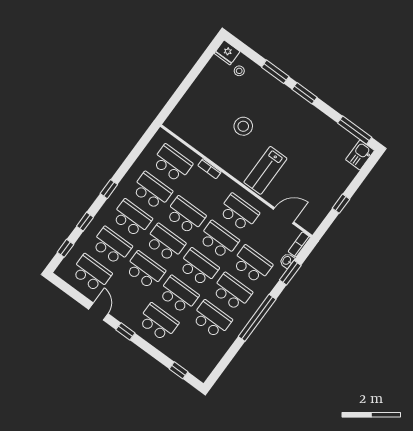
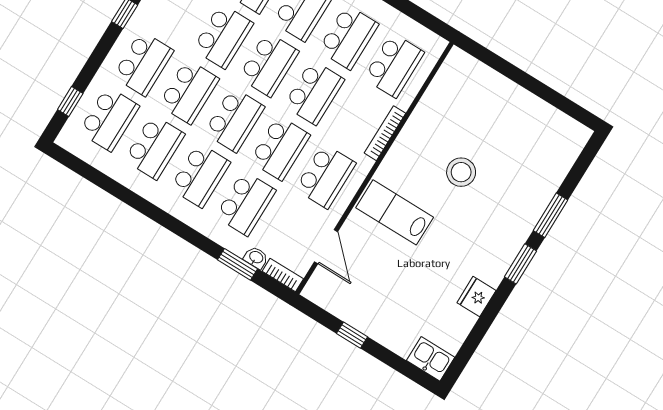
fridge: (227, 52) -> (476, 297), moved
stool: (239, 71) -> (547, 159), removed
window: (355, 130) -> (469, 347), removed
bookcase: (210, 169) -> (385, 133), width x1.56
window: (257, 318) -> (162, 218), removed
school desk: (192, 347) -> (109, 119), added

